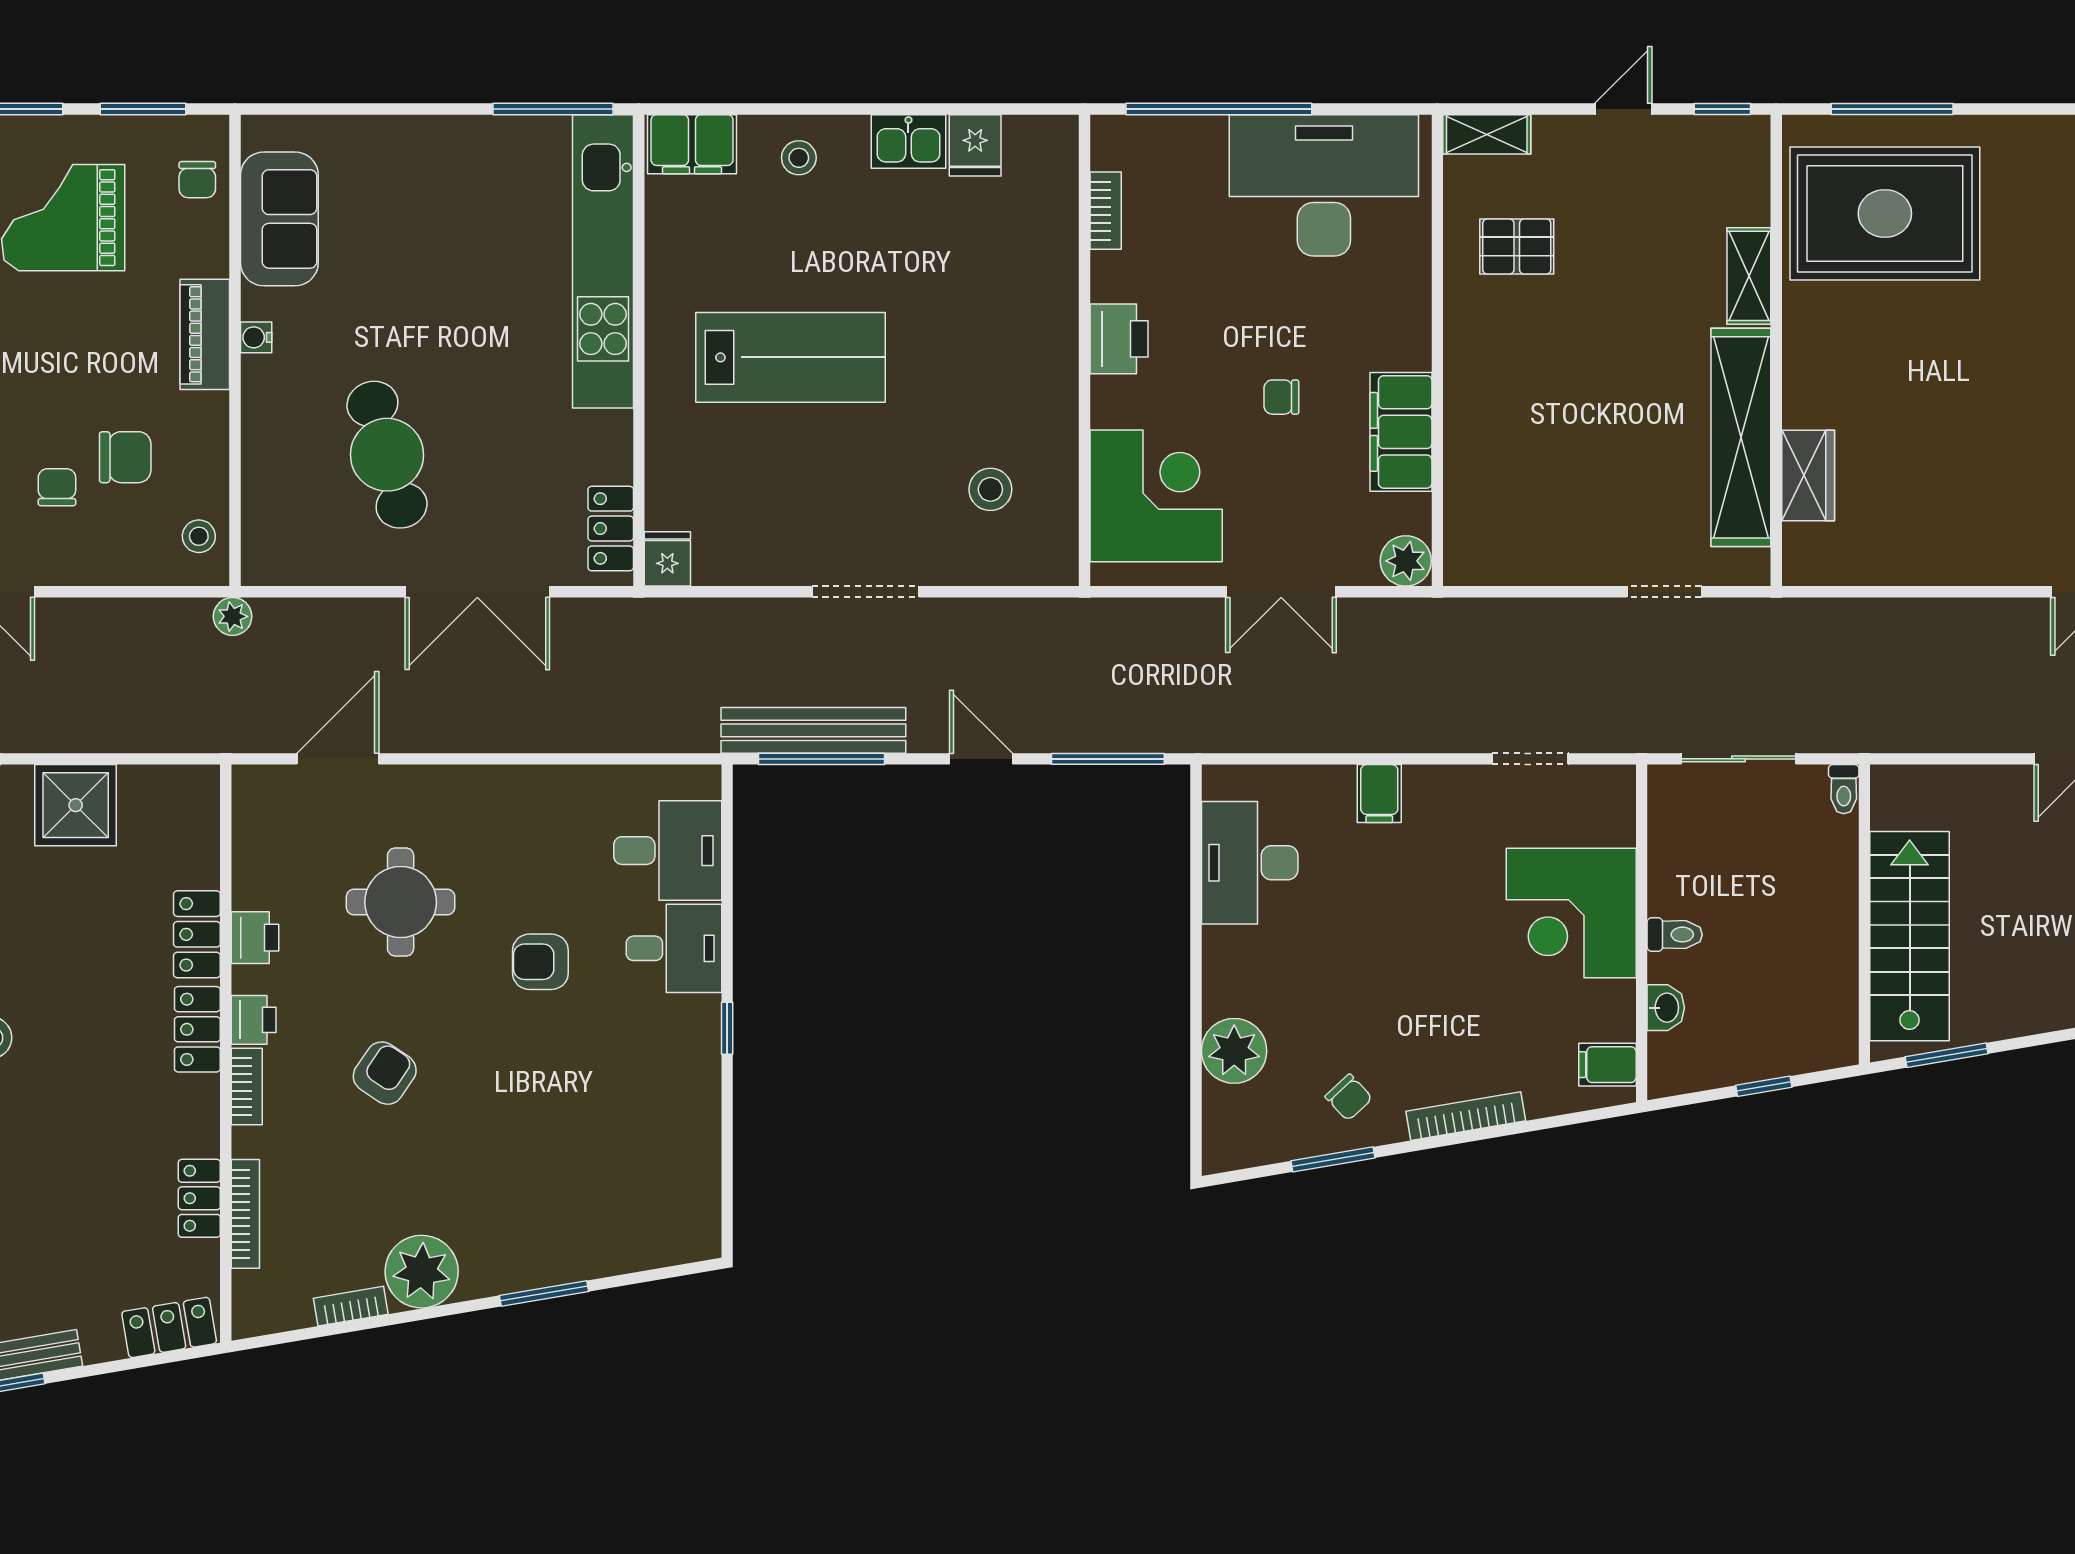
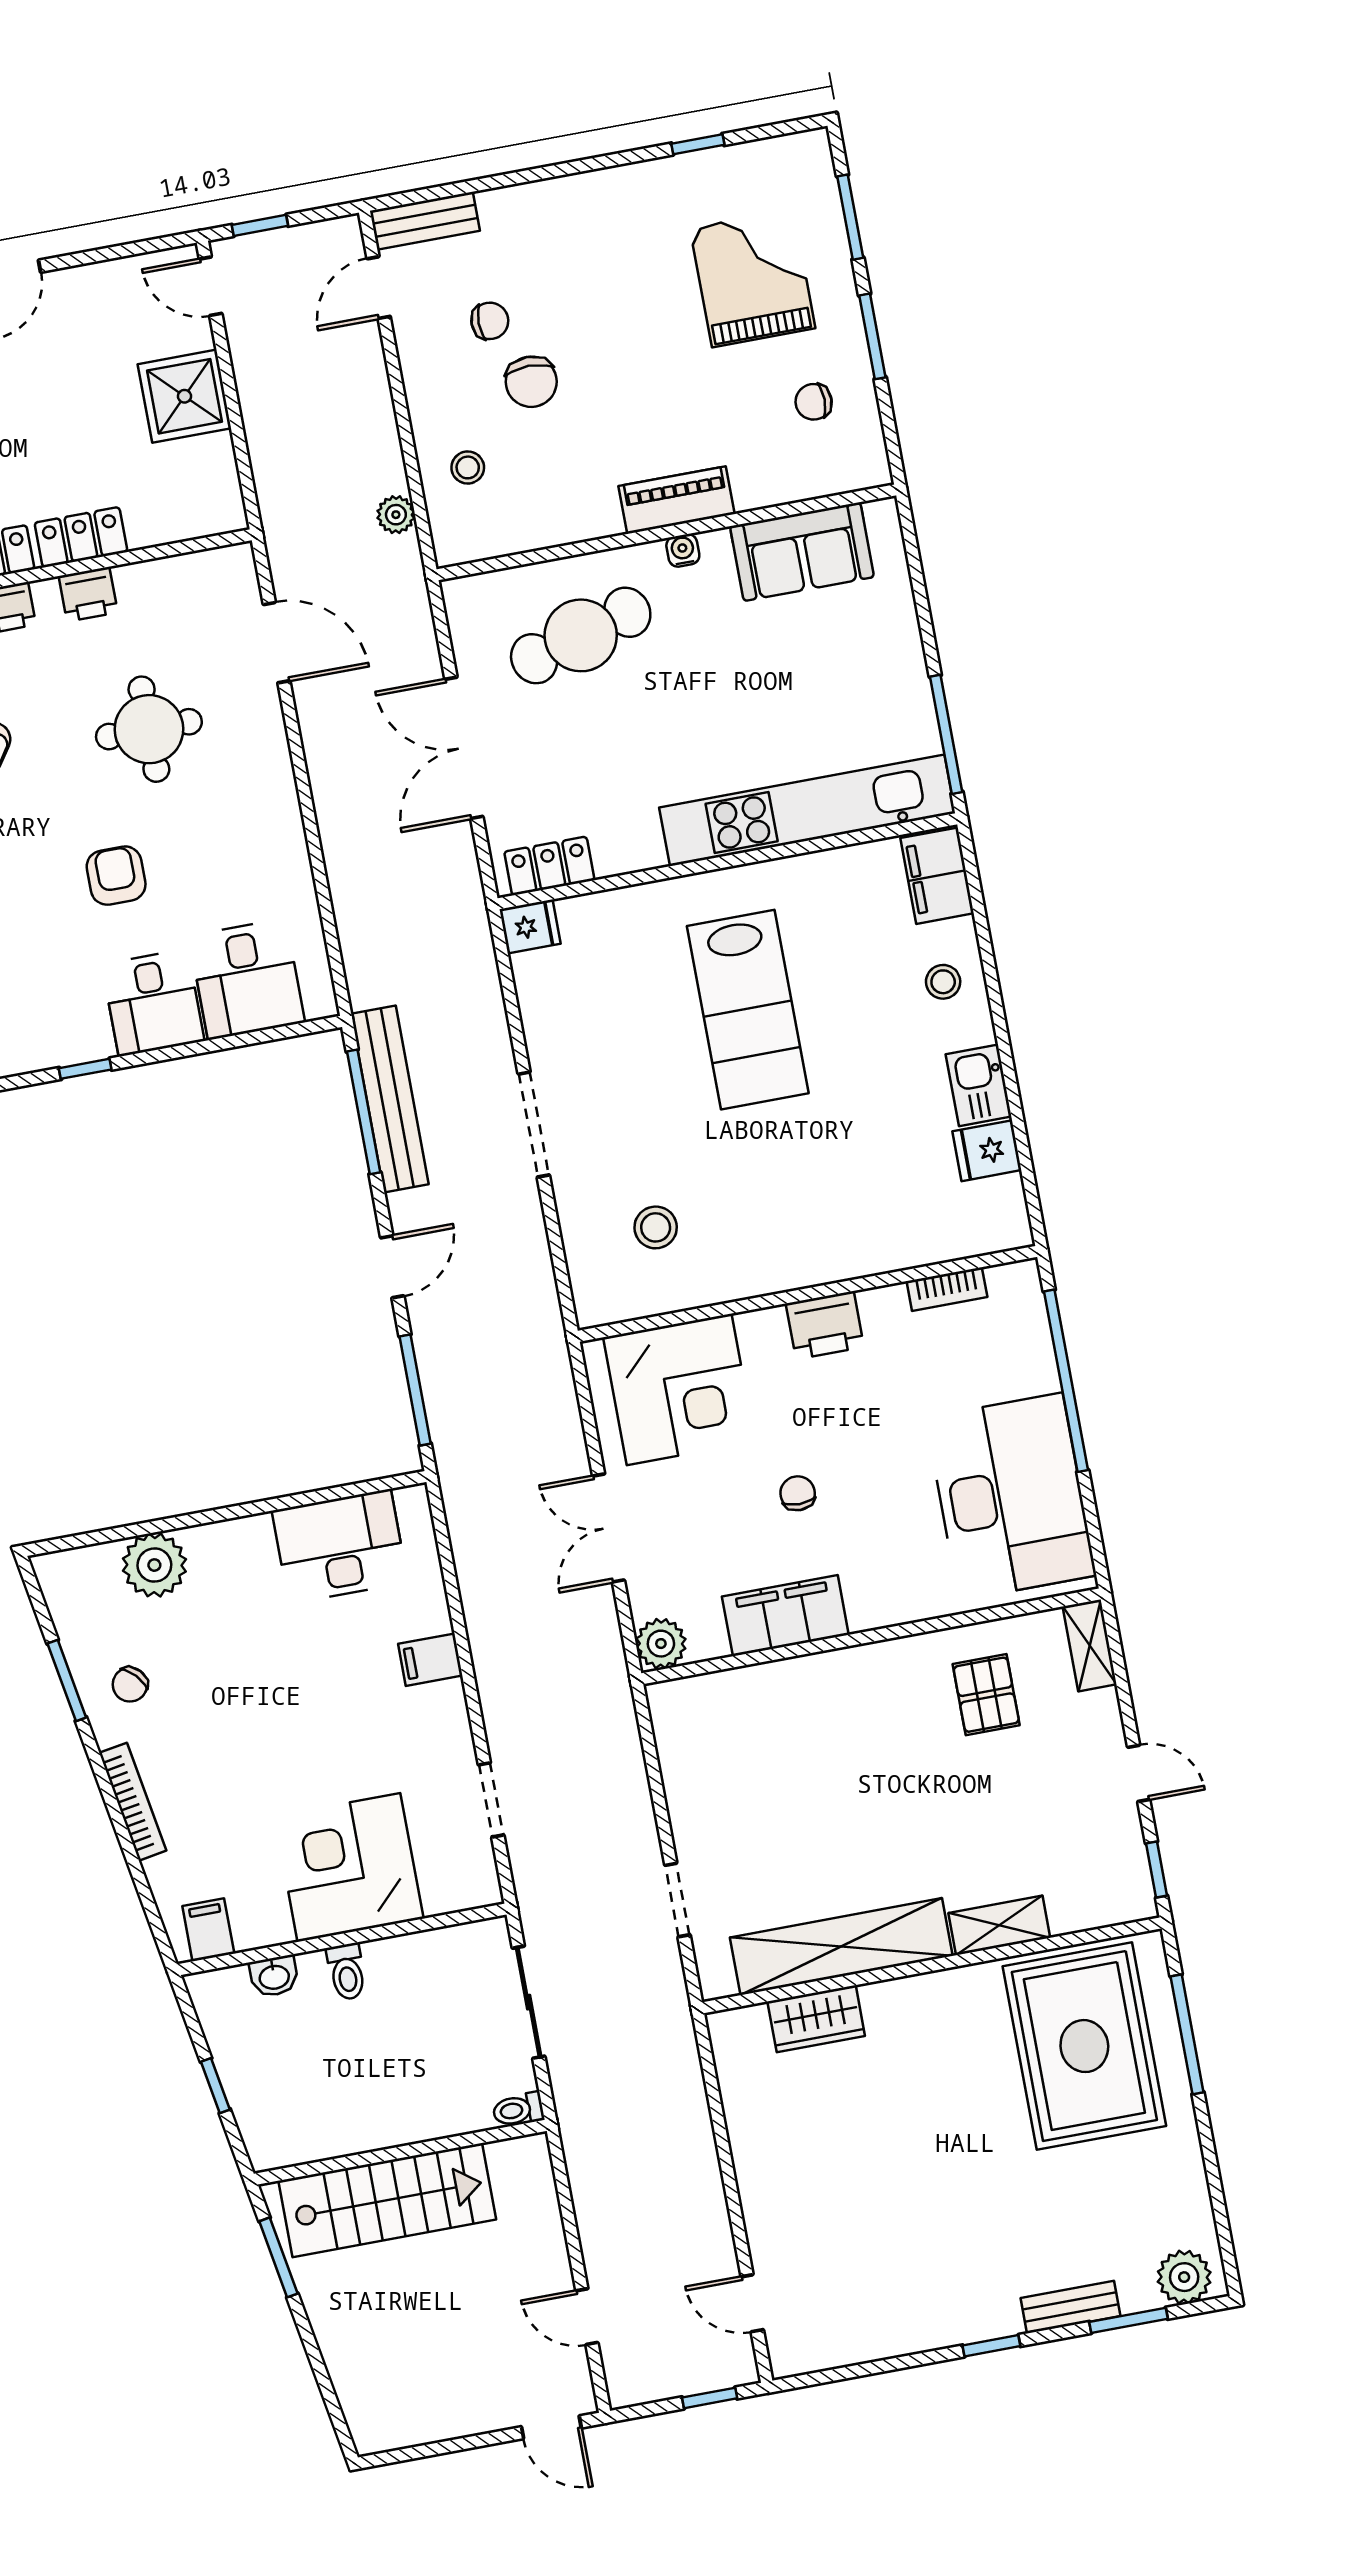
sofa: (279, 219) -> (802, 552), moved
piano: (205, 334) -> (677, 500), moved
water cooler: (256, 337) -> (683, 550), moved
wall: (235, 350) -> (666, 532), moved

